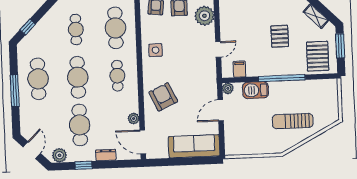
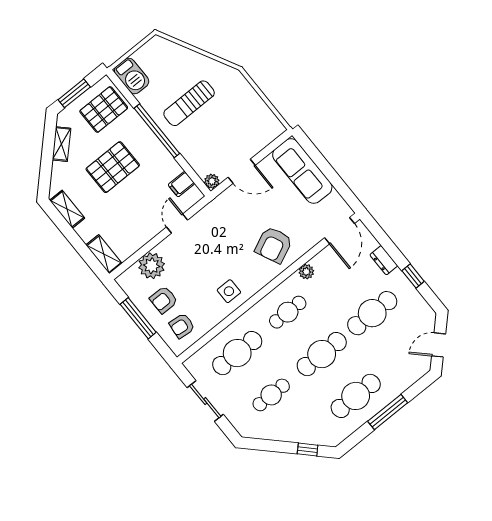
pallet: (280, 36) -> (113, 167), width x1.50, depth x1.42
door: (218, 49) -> (177, 223), hinge flipped
barbecue: (256, 90) -> (132, 76), moved
plant: (134, 119) -> (306, 272), moved
sun lounger: (293, 121) -> (189, 103), moved, turned 90
plant: (60, 155) -> (422, 311), removed

